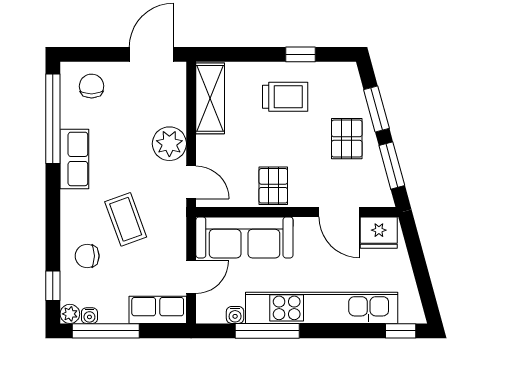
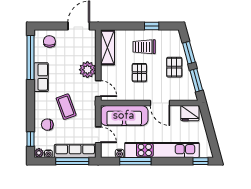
trolley: (285, 97) -> (144, 47), turned 180
pallet: (273, 186) -> (139, 73), moved
door: (339, 212) -> (160, 103), moved
door: (191, 277) -> (98, 135), hinge flipped
row of seats: (158, 310) -> (75, 151), width x1.48
window: (106, 331) -> (72, 161), moved

